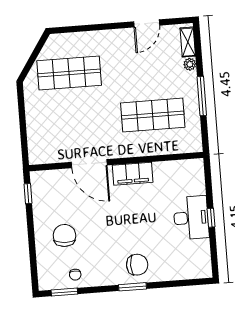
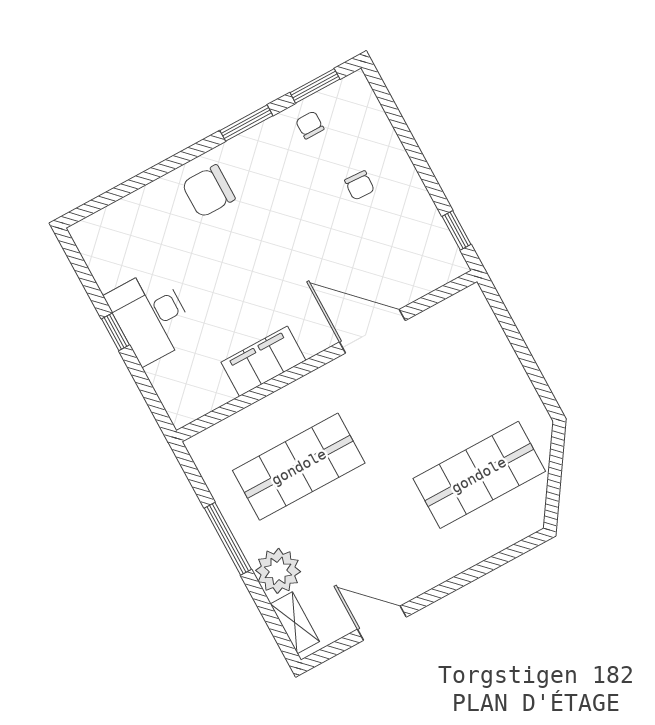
door: (147, 23) -> (382, 623), hinge flipped
plant: (190, 64) -> (278, 571), width x1.88, depth x1.88
filing cabinet: (133, 174) -> (263, 361), moved
chair: (64, 235) -> (359, 185), width x0.54, depth x0.54
window: (133, 287) -> (246, 123), moved

